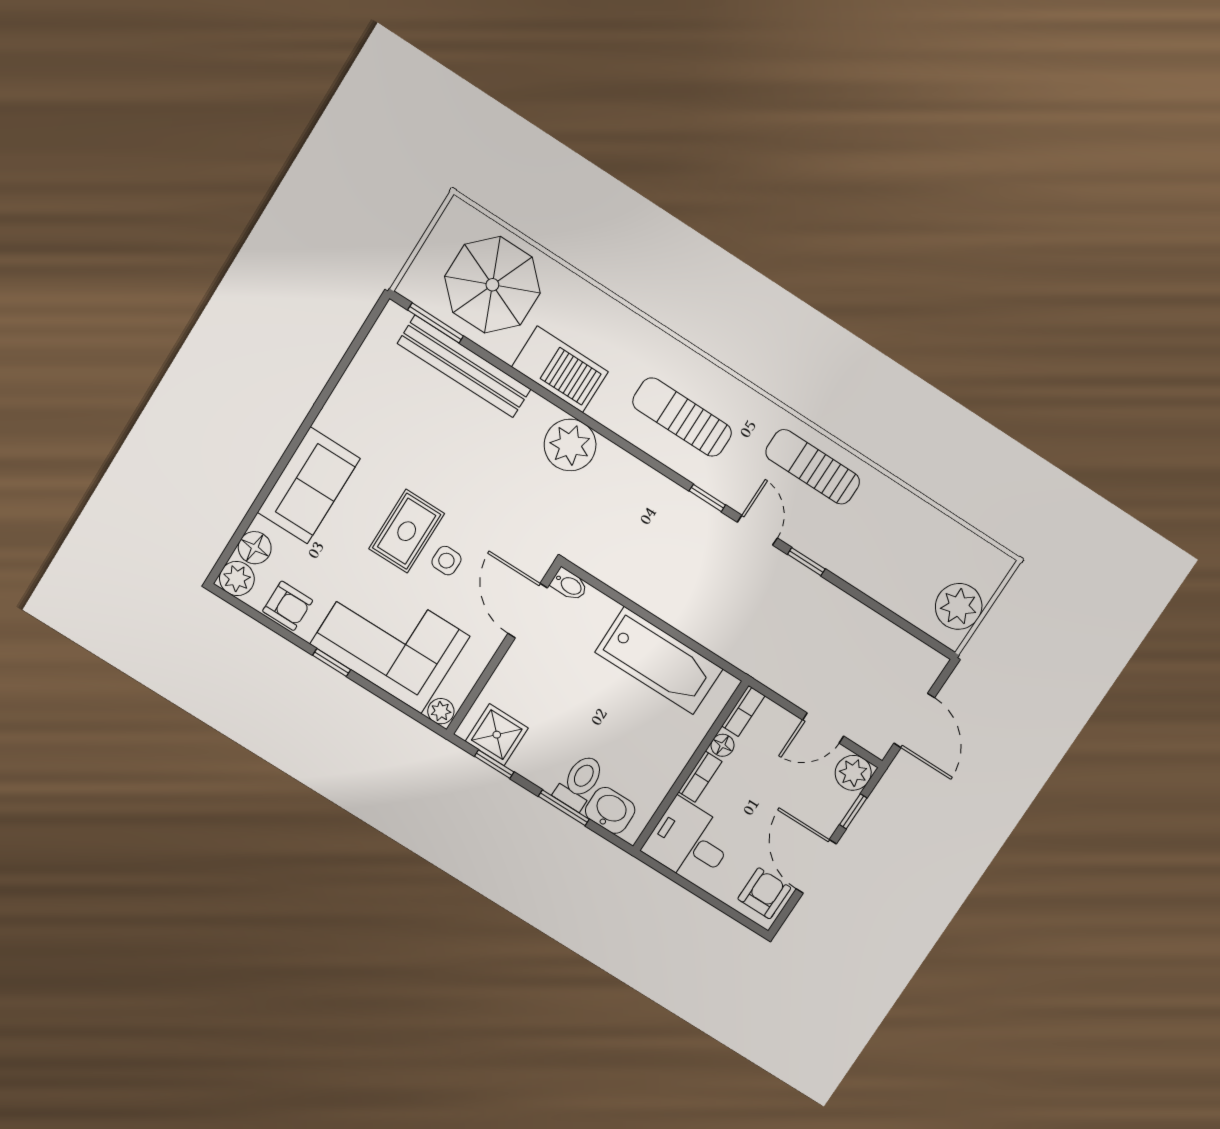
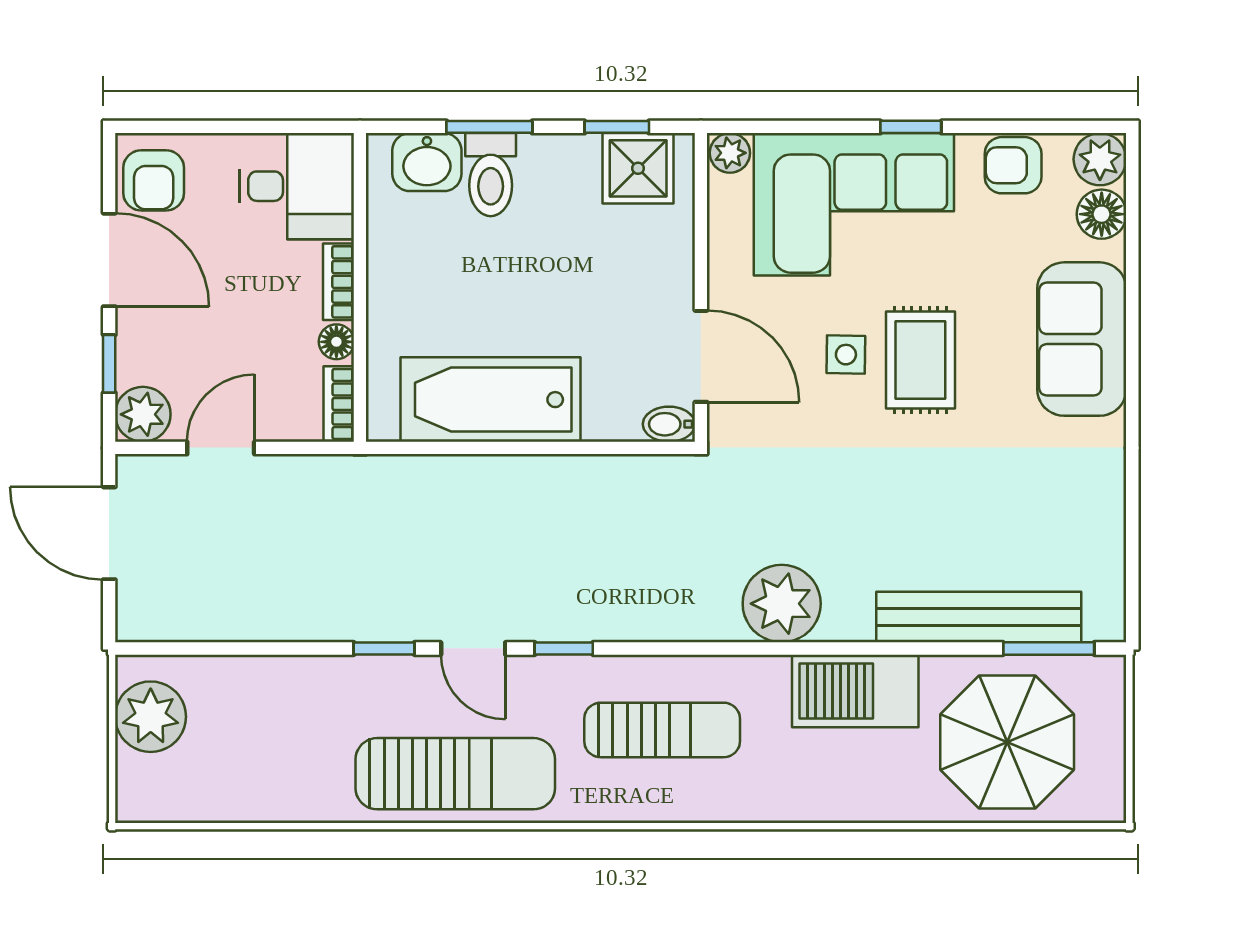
sun lounger: (813, 467) -> (455, 774), width x1.36, depth x1.34

